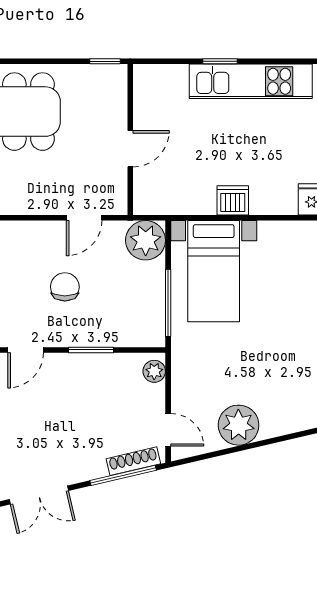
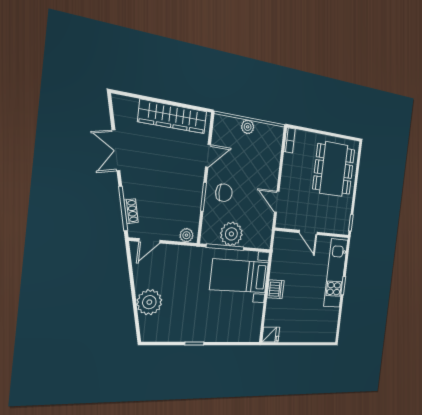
kitchen unit: (251, 81) -> (336, 273), moved
plant: (146, 240) -> (231, 234), moved
chair: (65, 287) -> (224, 193), moved
door: (26, 350) -> (208, 156), swing flipped
plant: (239, 425) -> (149, 302), moved
shoe rack: (133, 461) -> (131, 211), width x0.70

